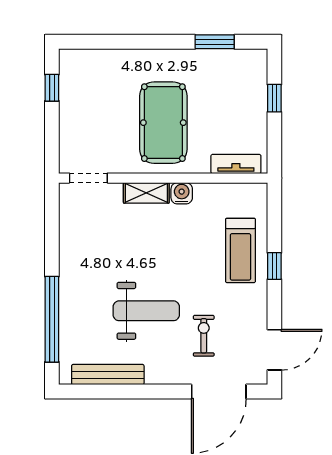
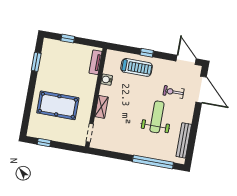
pool table: (163, 123) -> (58, 105), moved
water cooler: (182, 193) -> (107, 80), moved

